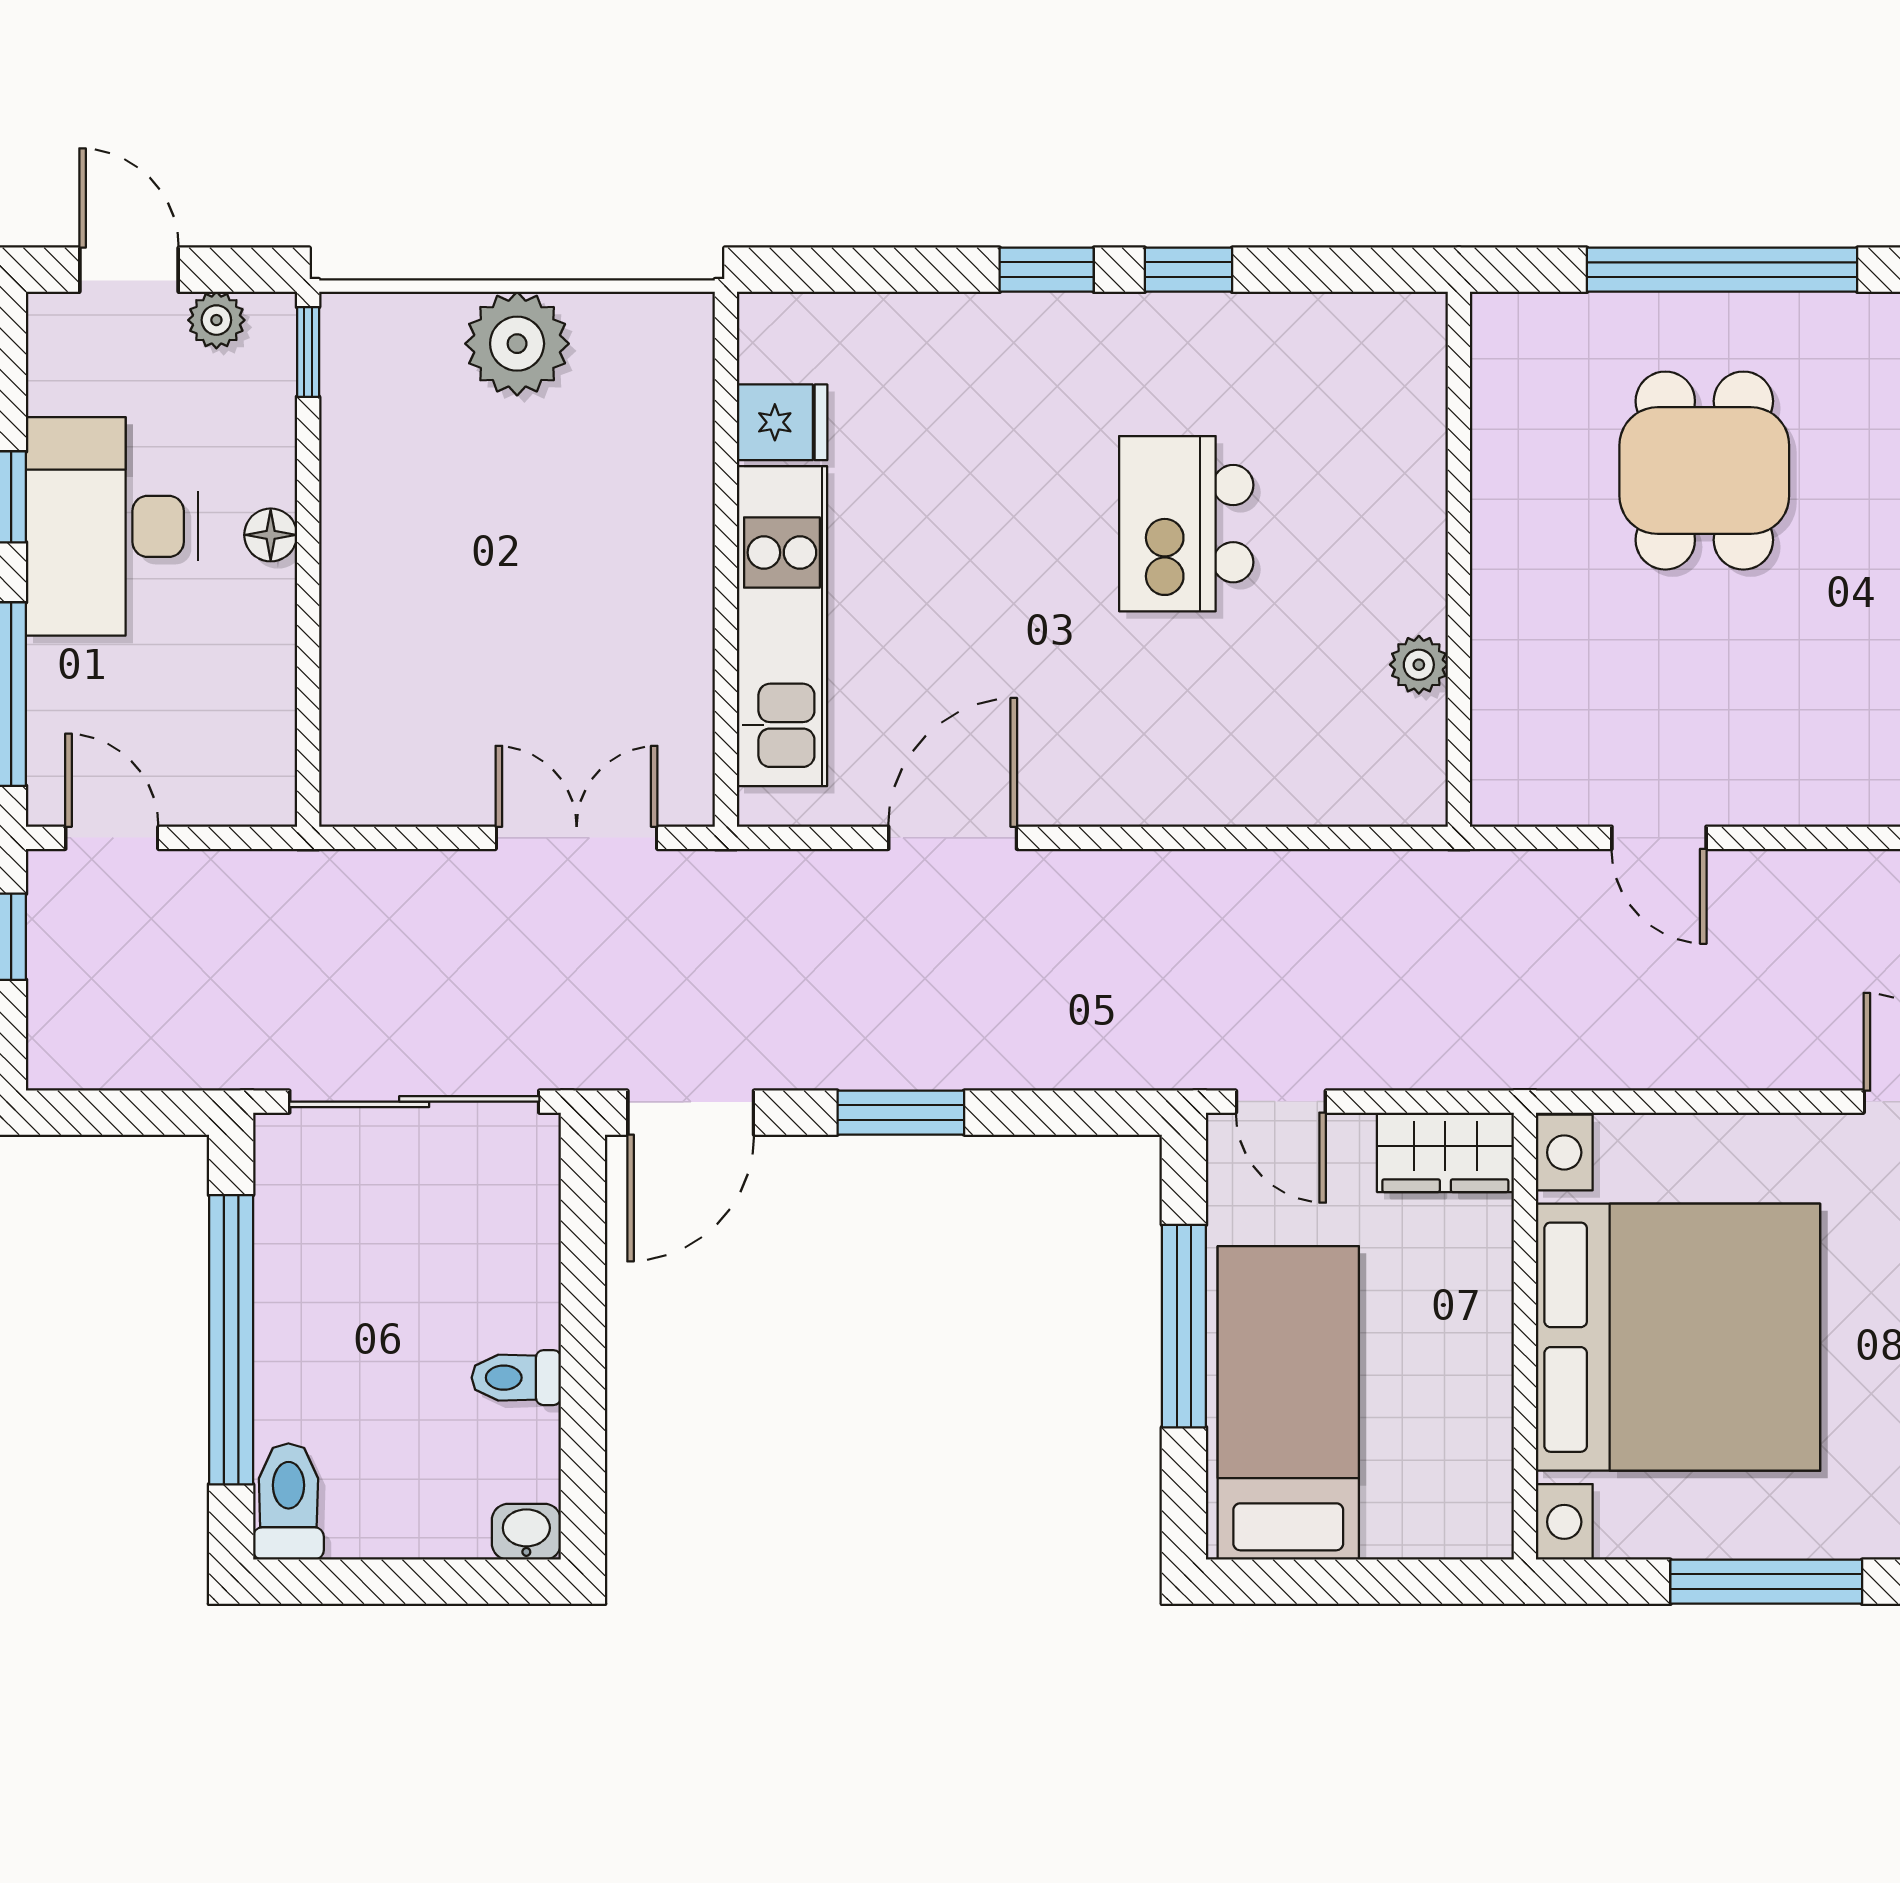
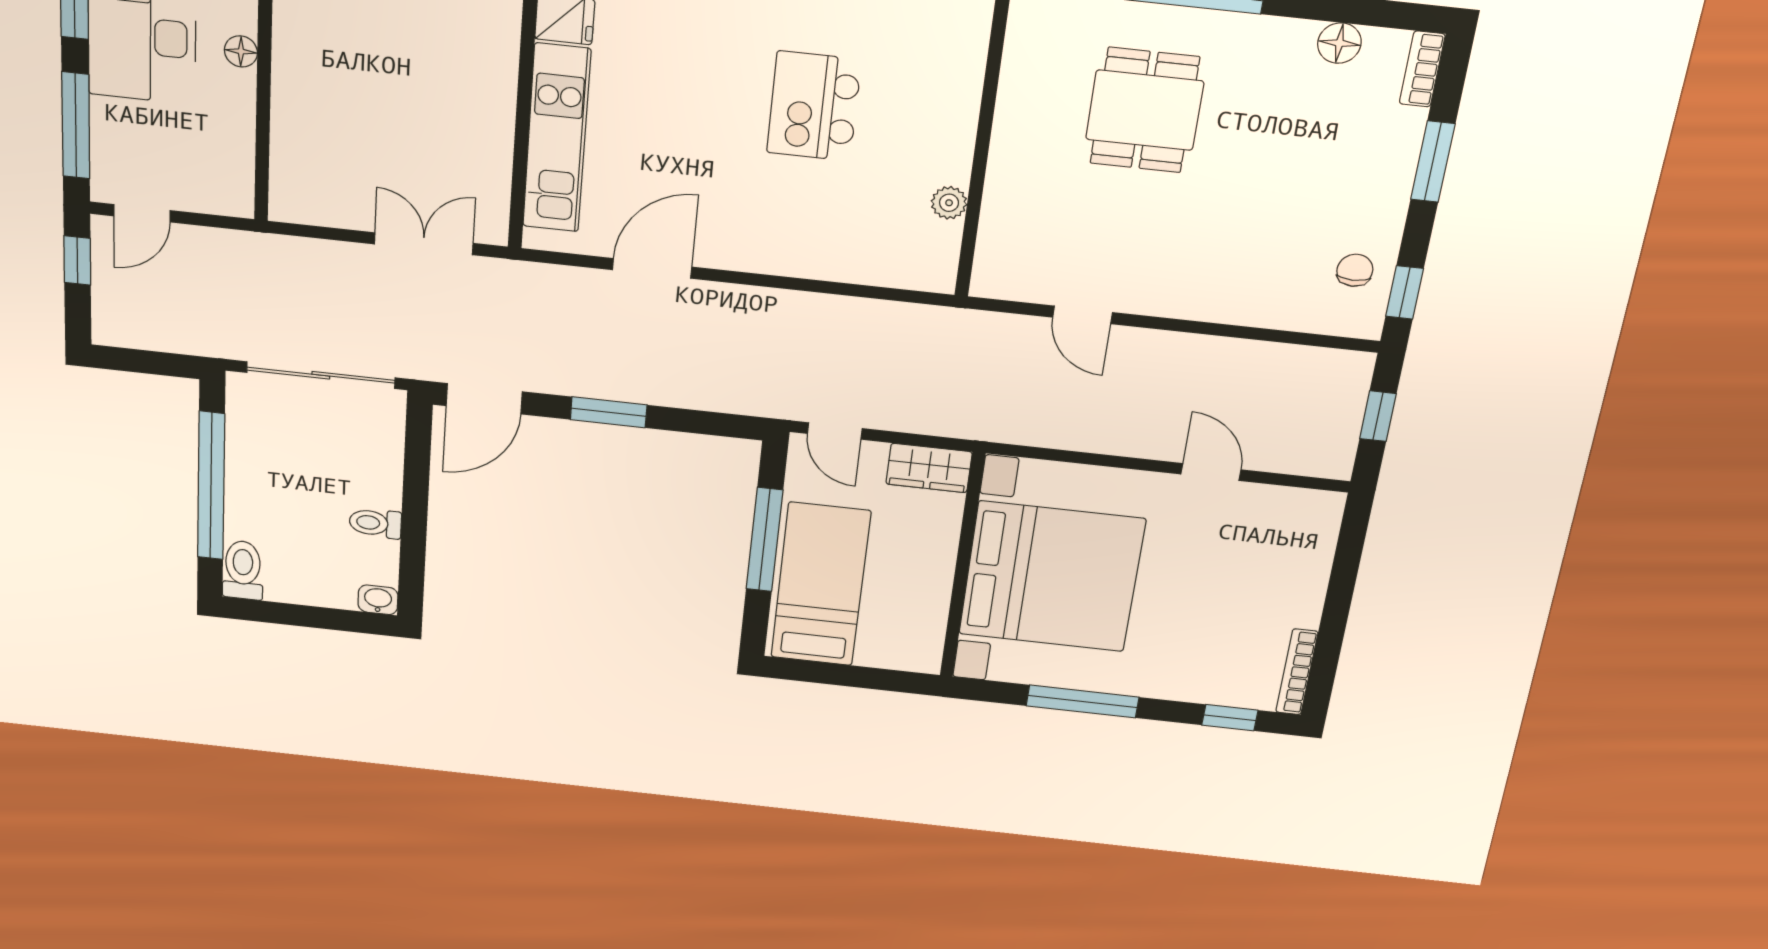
door: (112, 838) -> (142, 213), swing flipped

